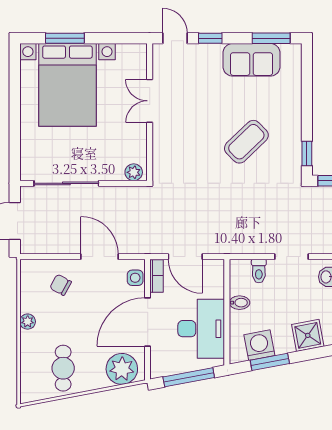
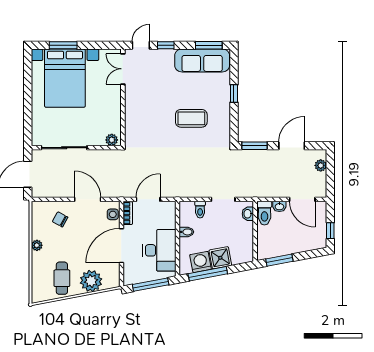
door: (175, 38) -> (141, 45), hinge flipped
sofa: (251, 60) -> (202, 60), width x1.36
double door: (150, 101) -> (123, 69), moved
coffee table: (246, 142) -> (191, 118), turned 44
window: (307, 154) -> (234, 94), moved
door: (185, 257) -> (148, 199), swing flipped
shower: (308, 335) -> (220, 258), moved
window: (270, 362) -> (208, 274), width x1.44
plant: (122, 369) -> (91, 281), moved

